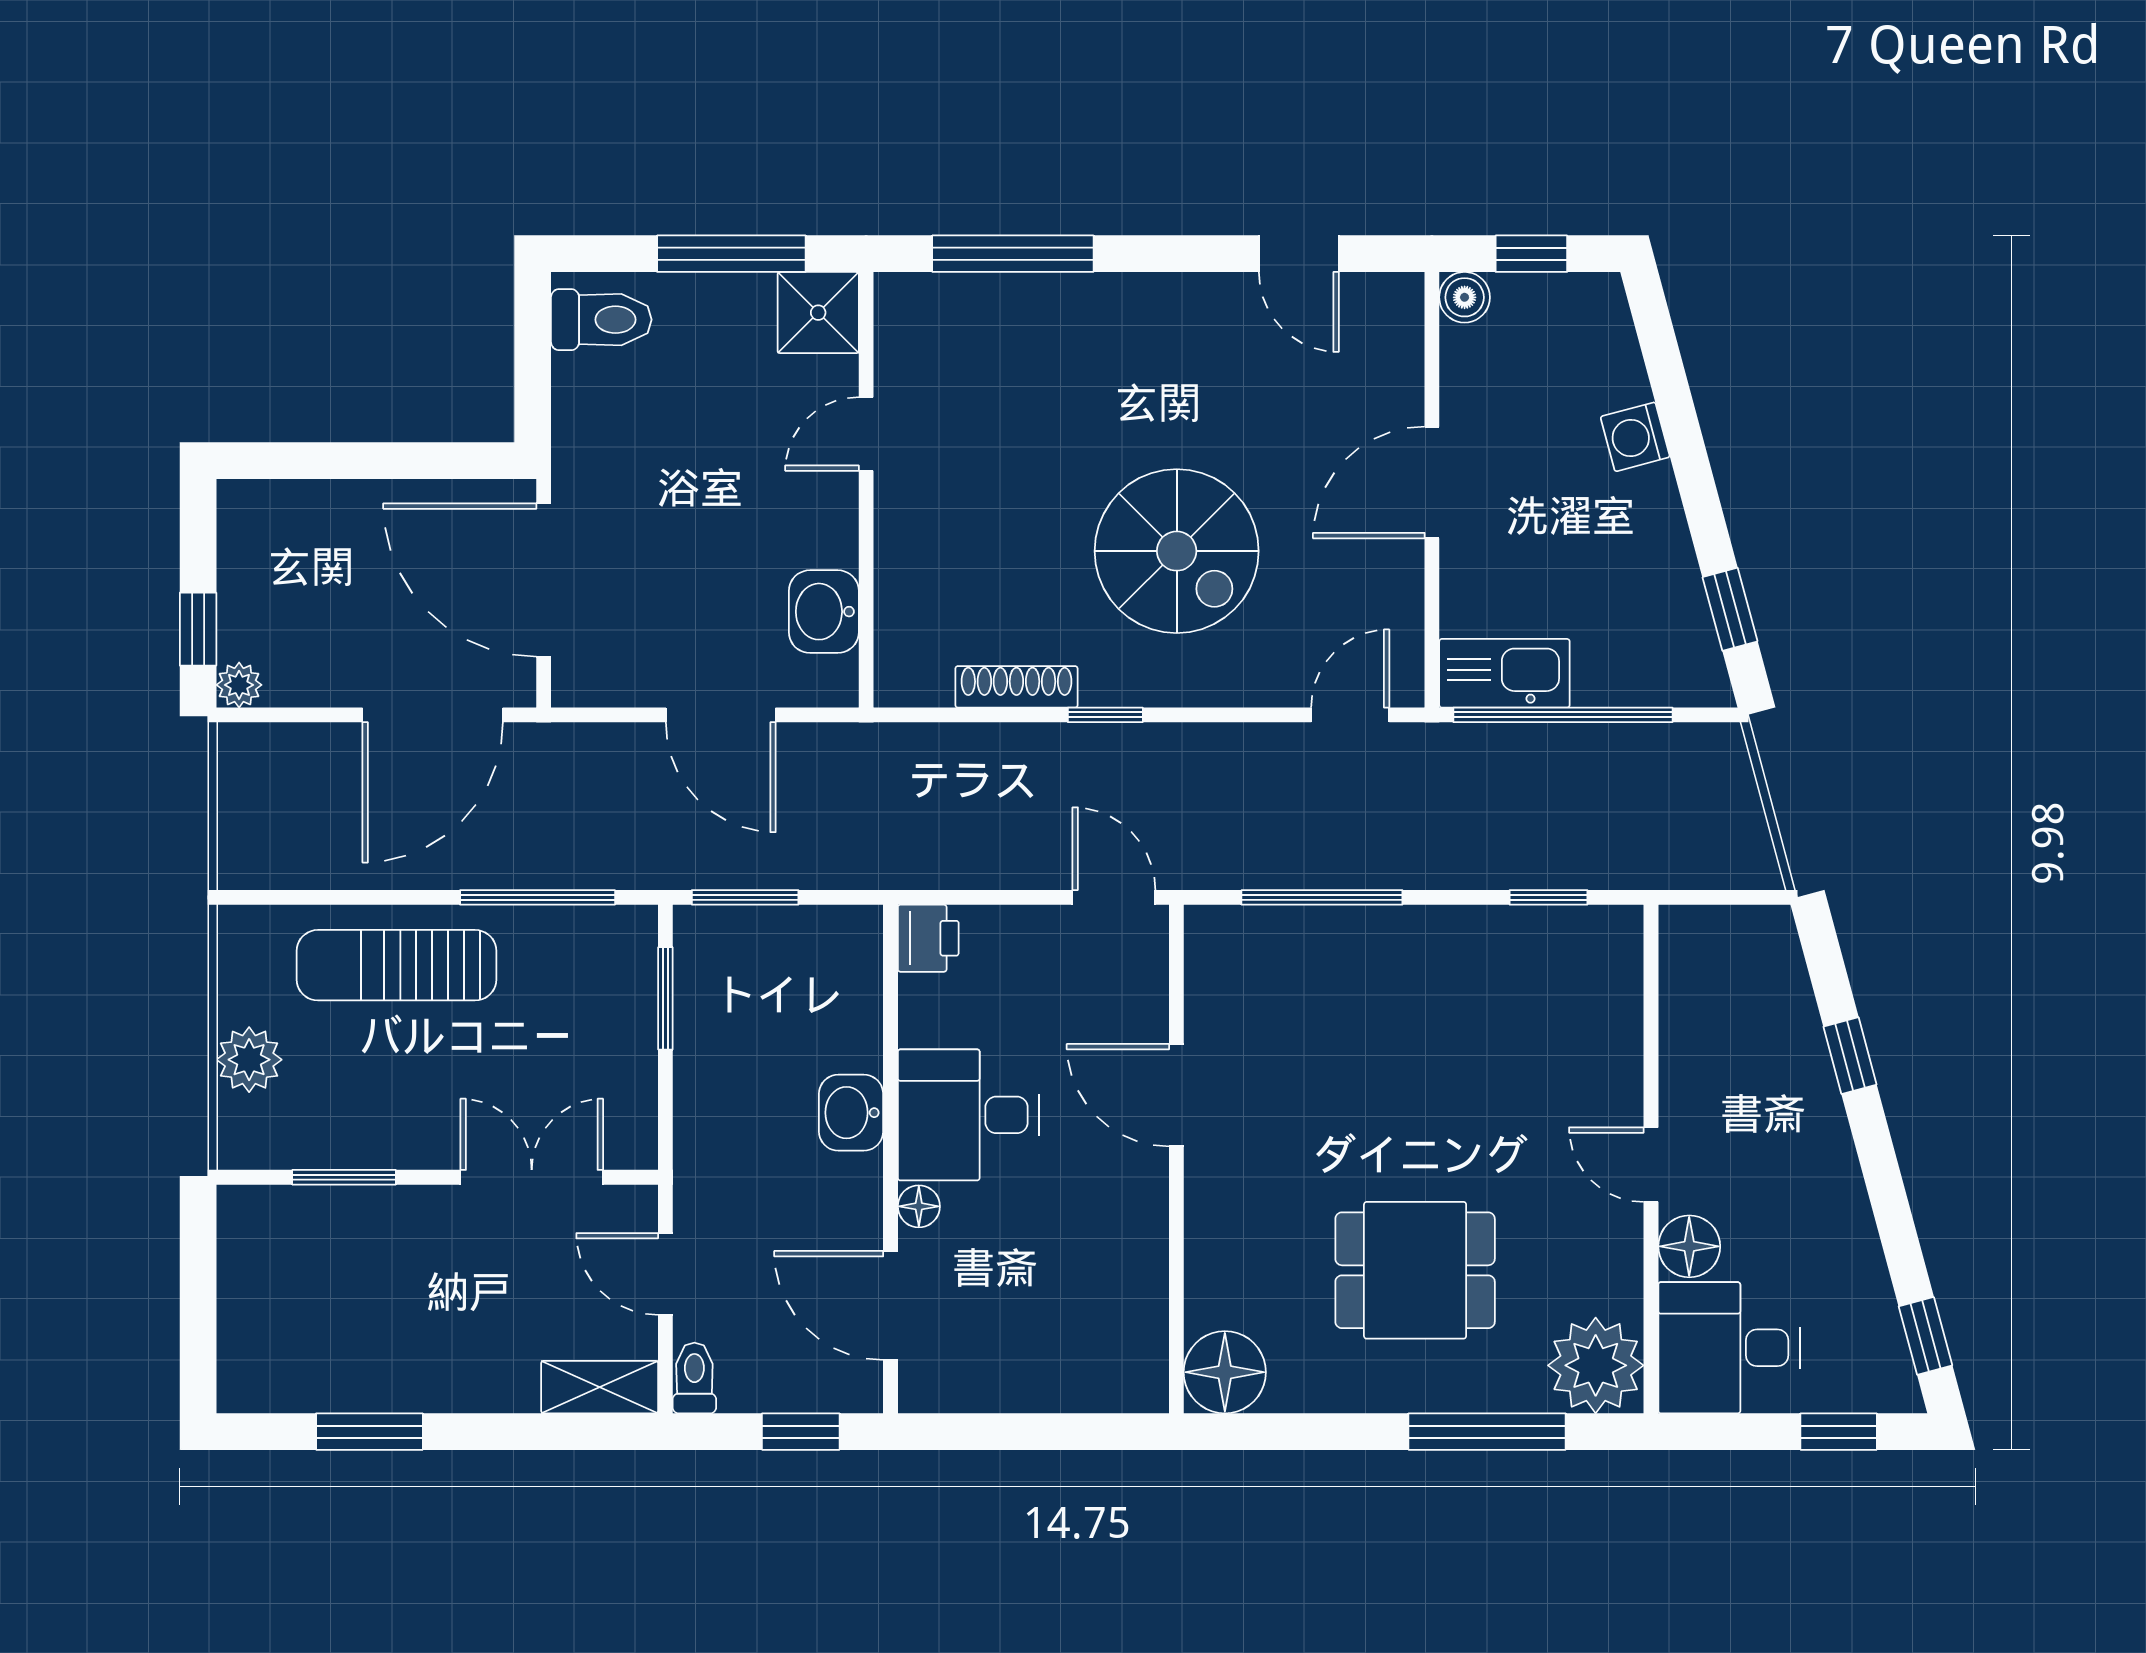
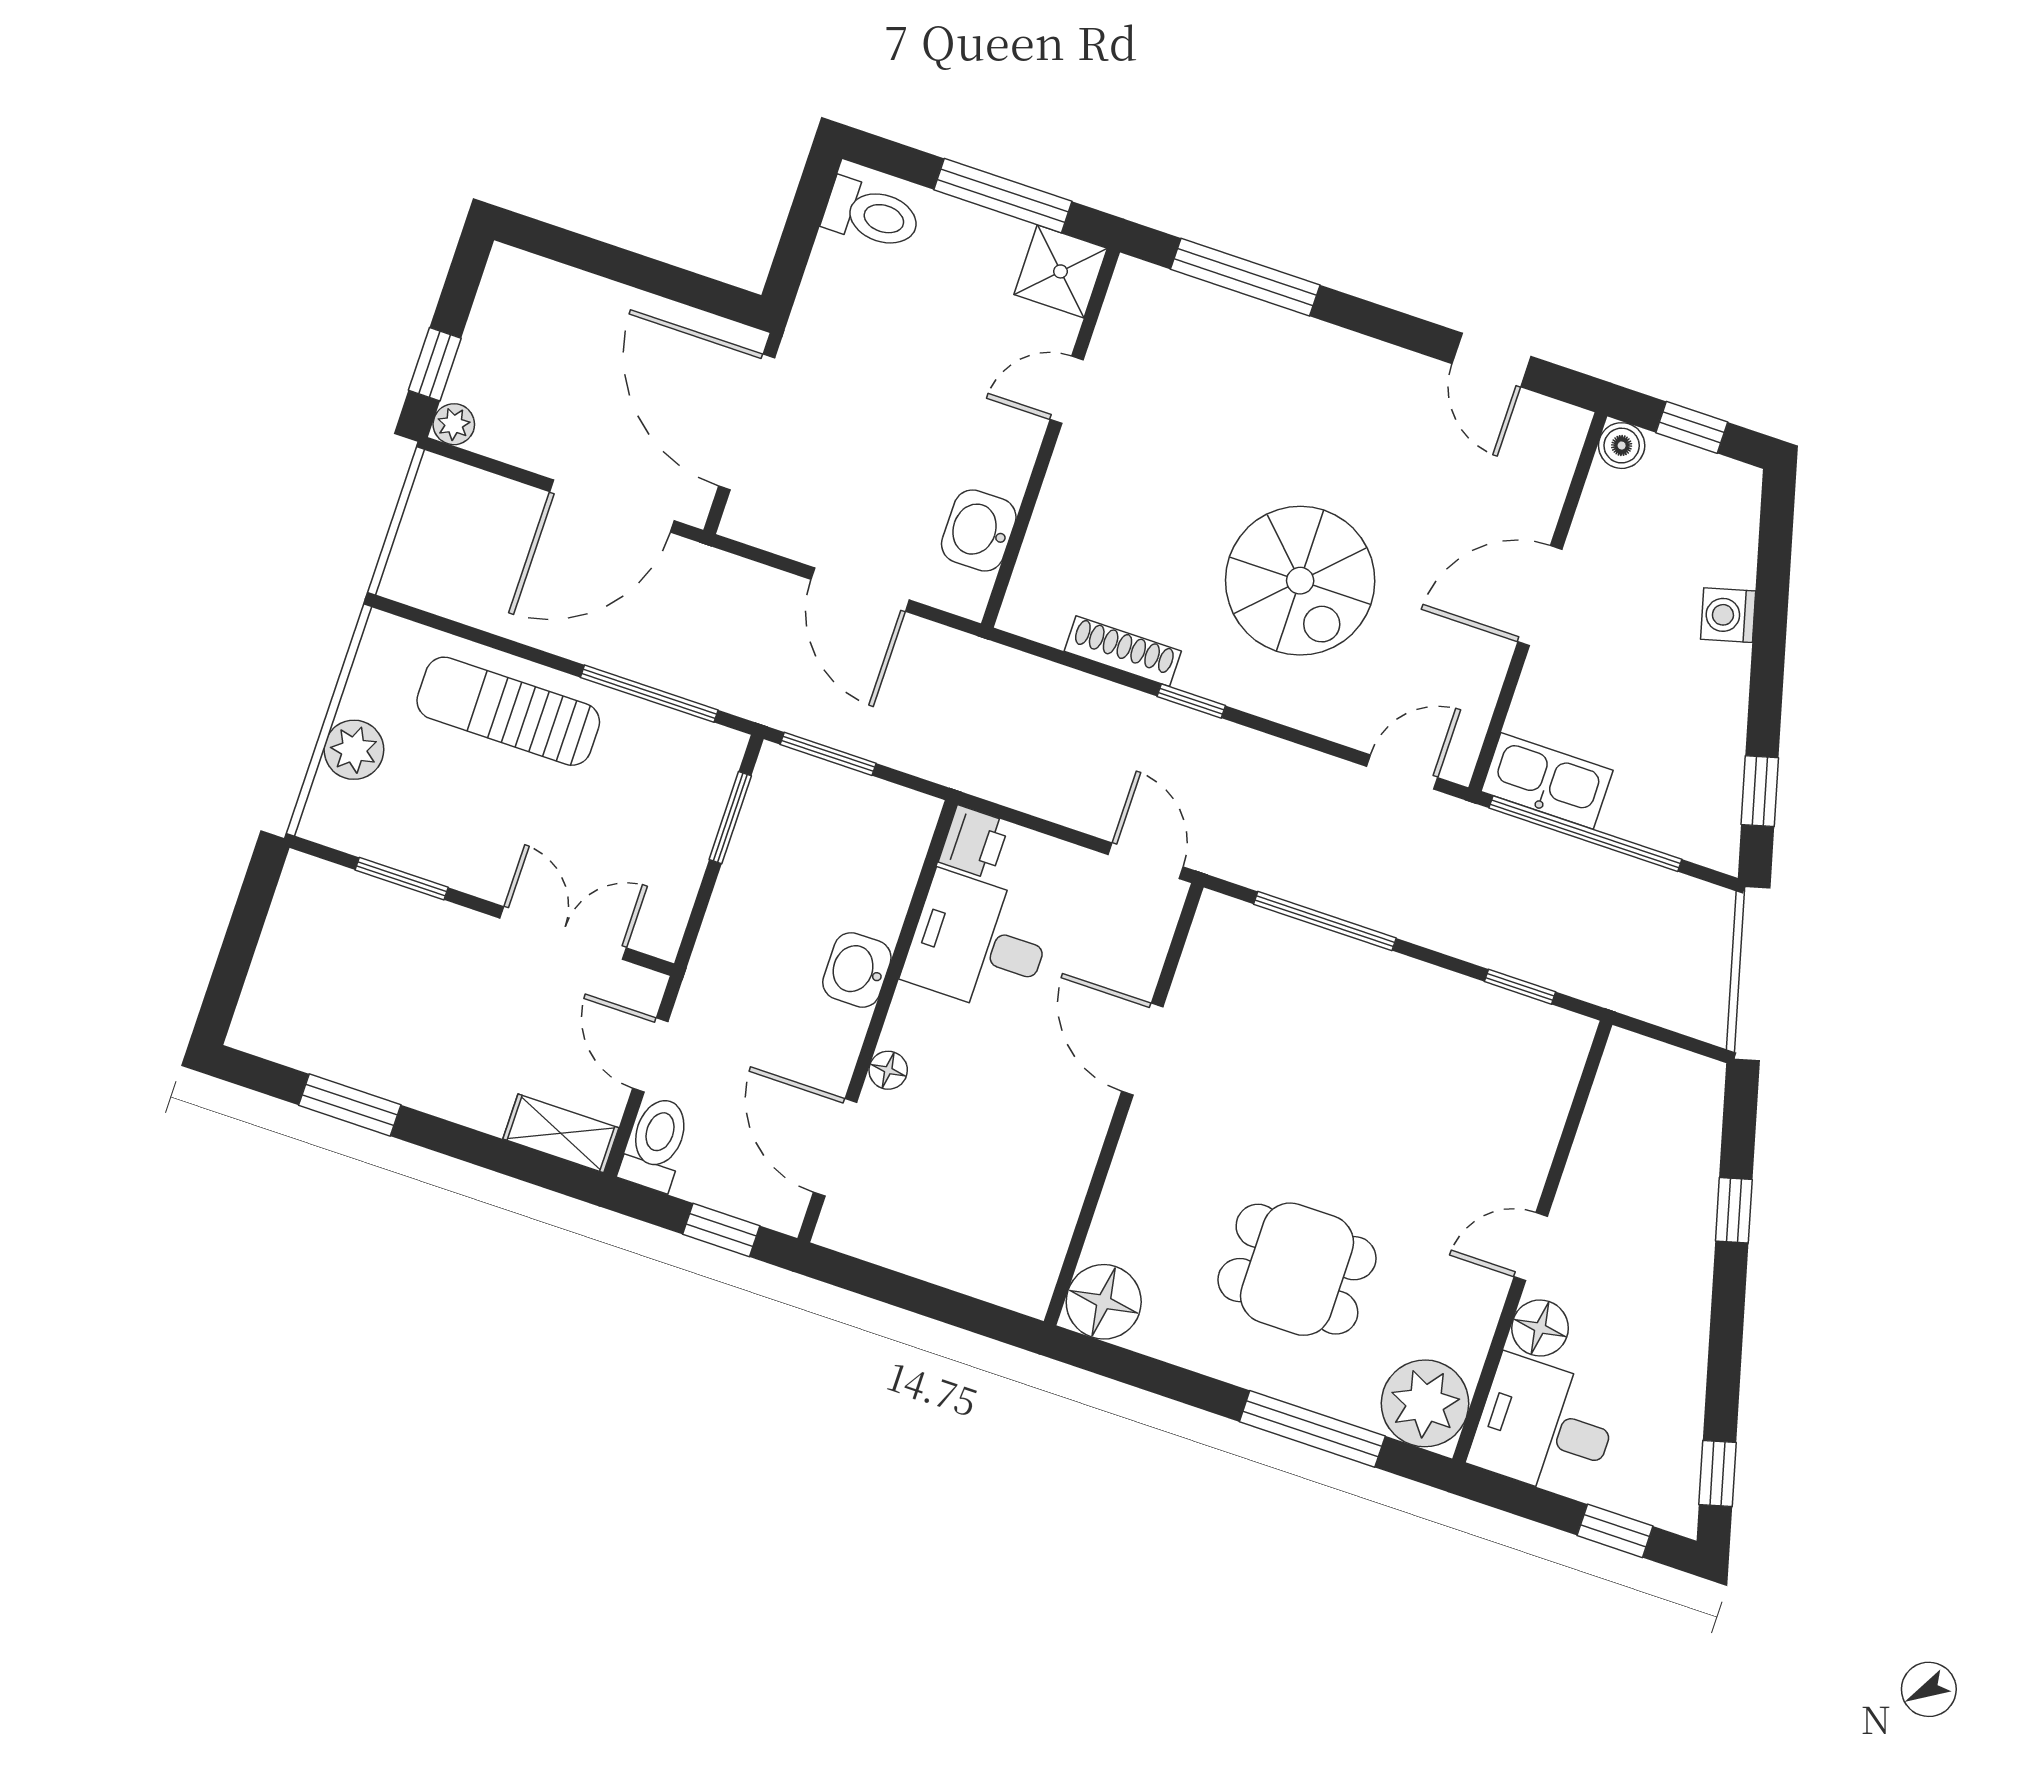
desk: (968, 1115) -> (978, 943), moved
door: (1651, 1165) -> (1531, 1247), hinge flipped
toilet: (694, 1378) -> (656, 1144), width x1.37, depth x1.39

